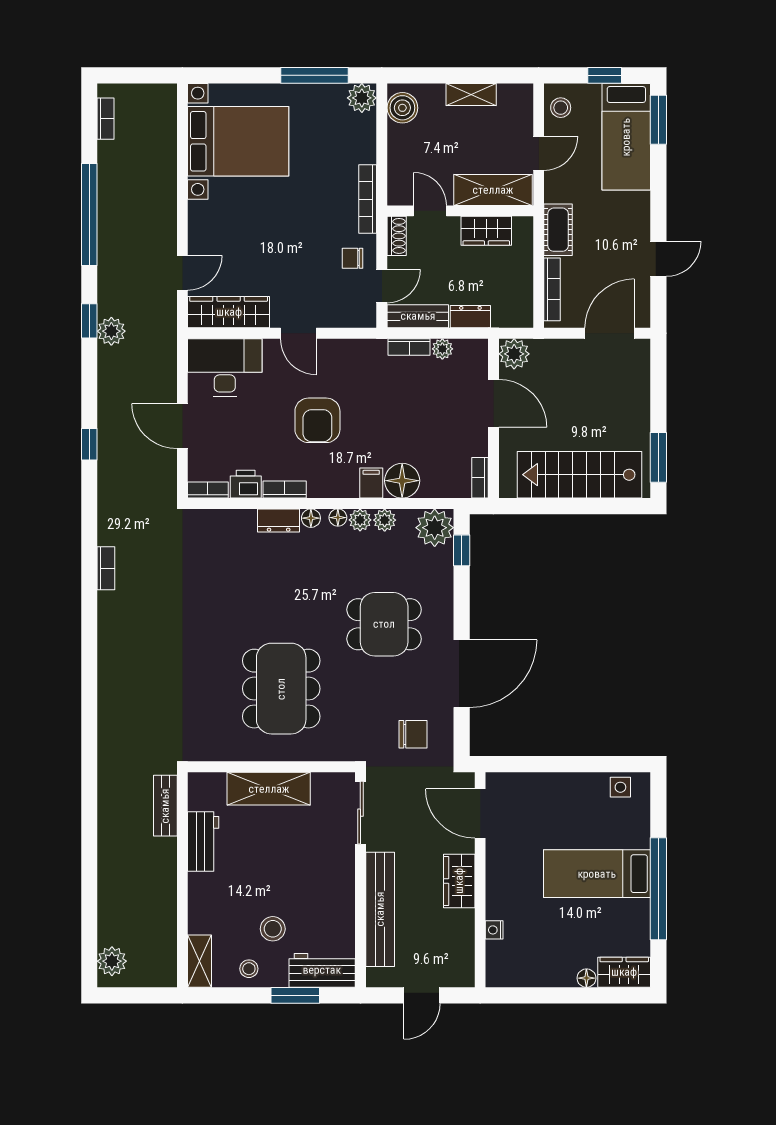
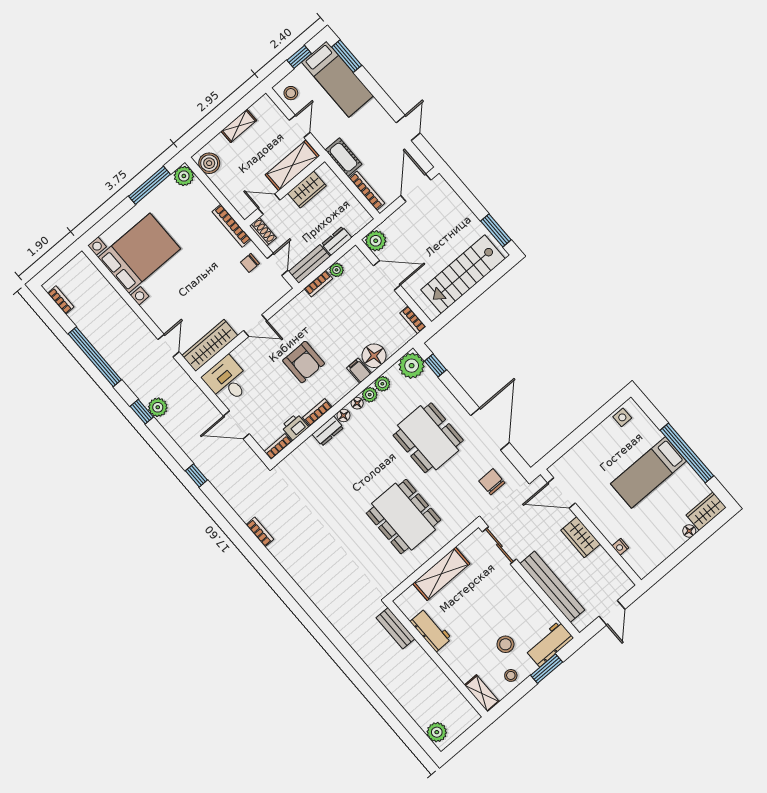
desk: (225, 368) -> (227, 380), width x0.73
dining table: (384, 624) -> (428, 438), width x1.38
chair: (413, 734) -> (492, 482), turned -90

